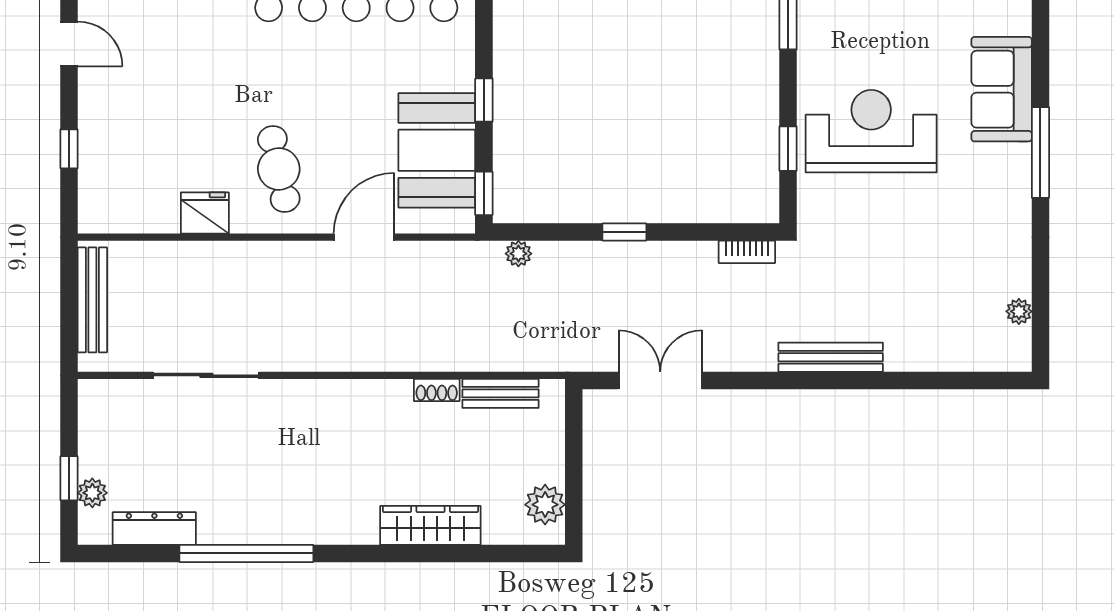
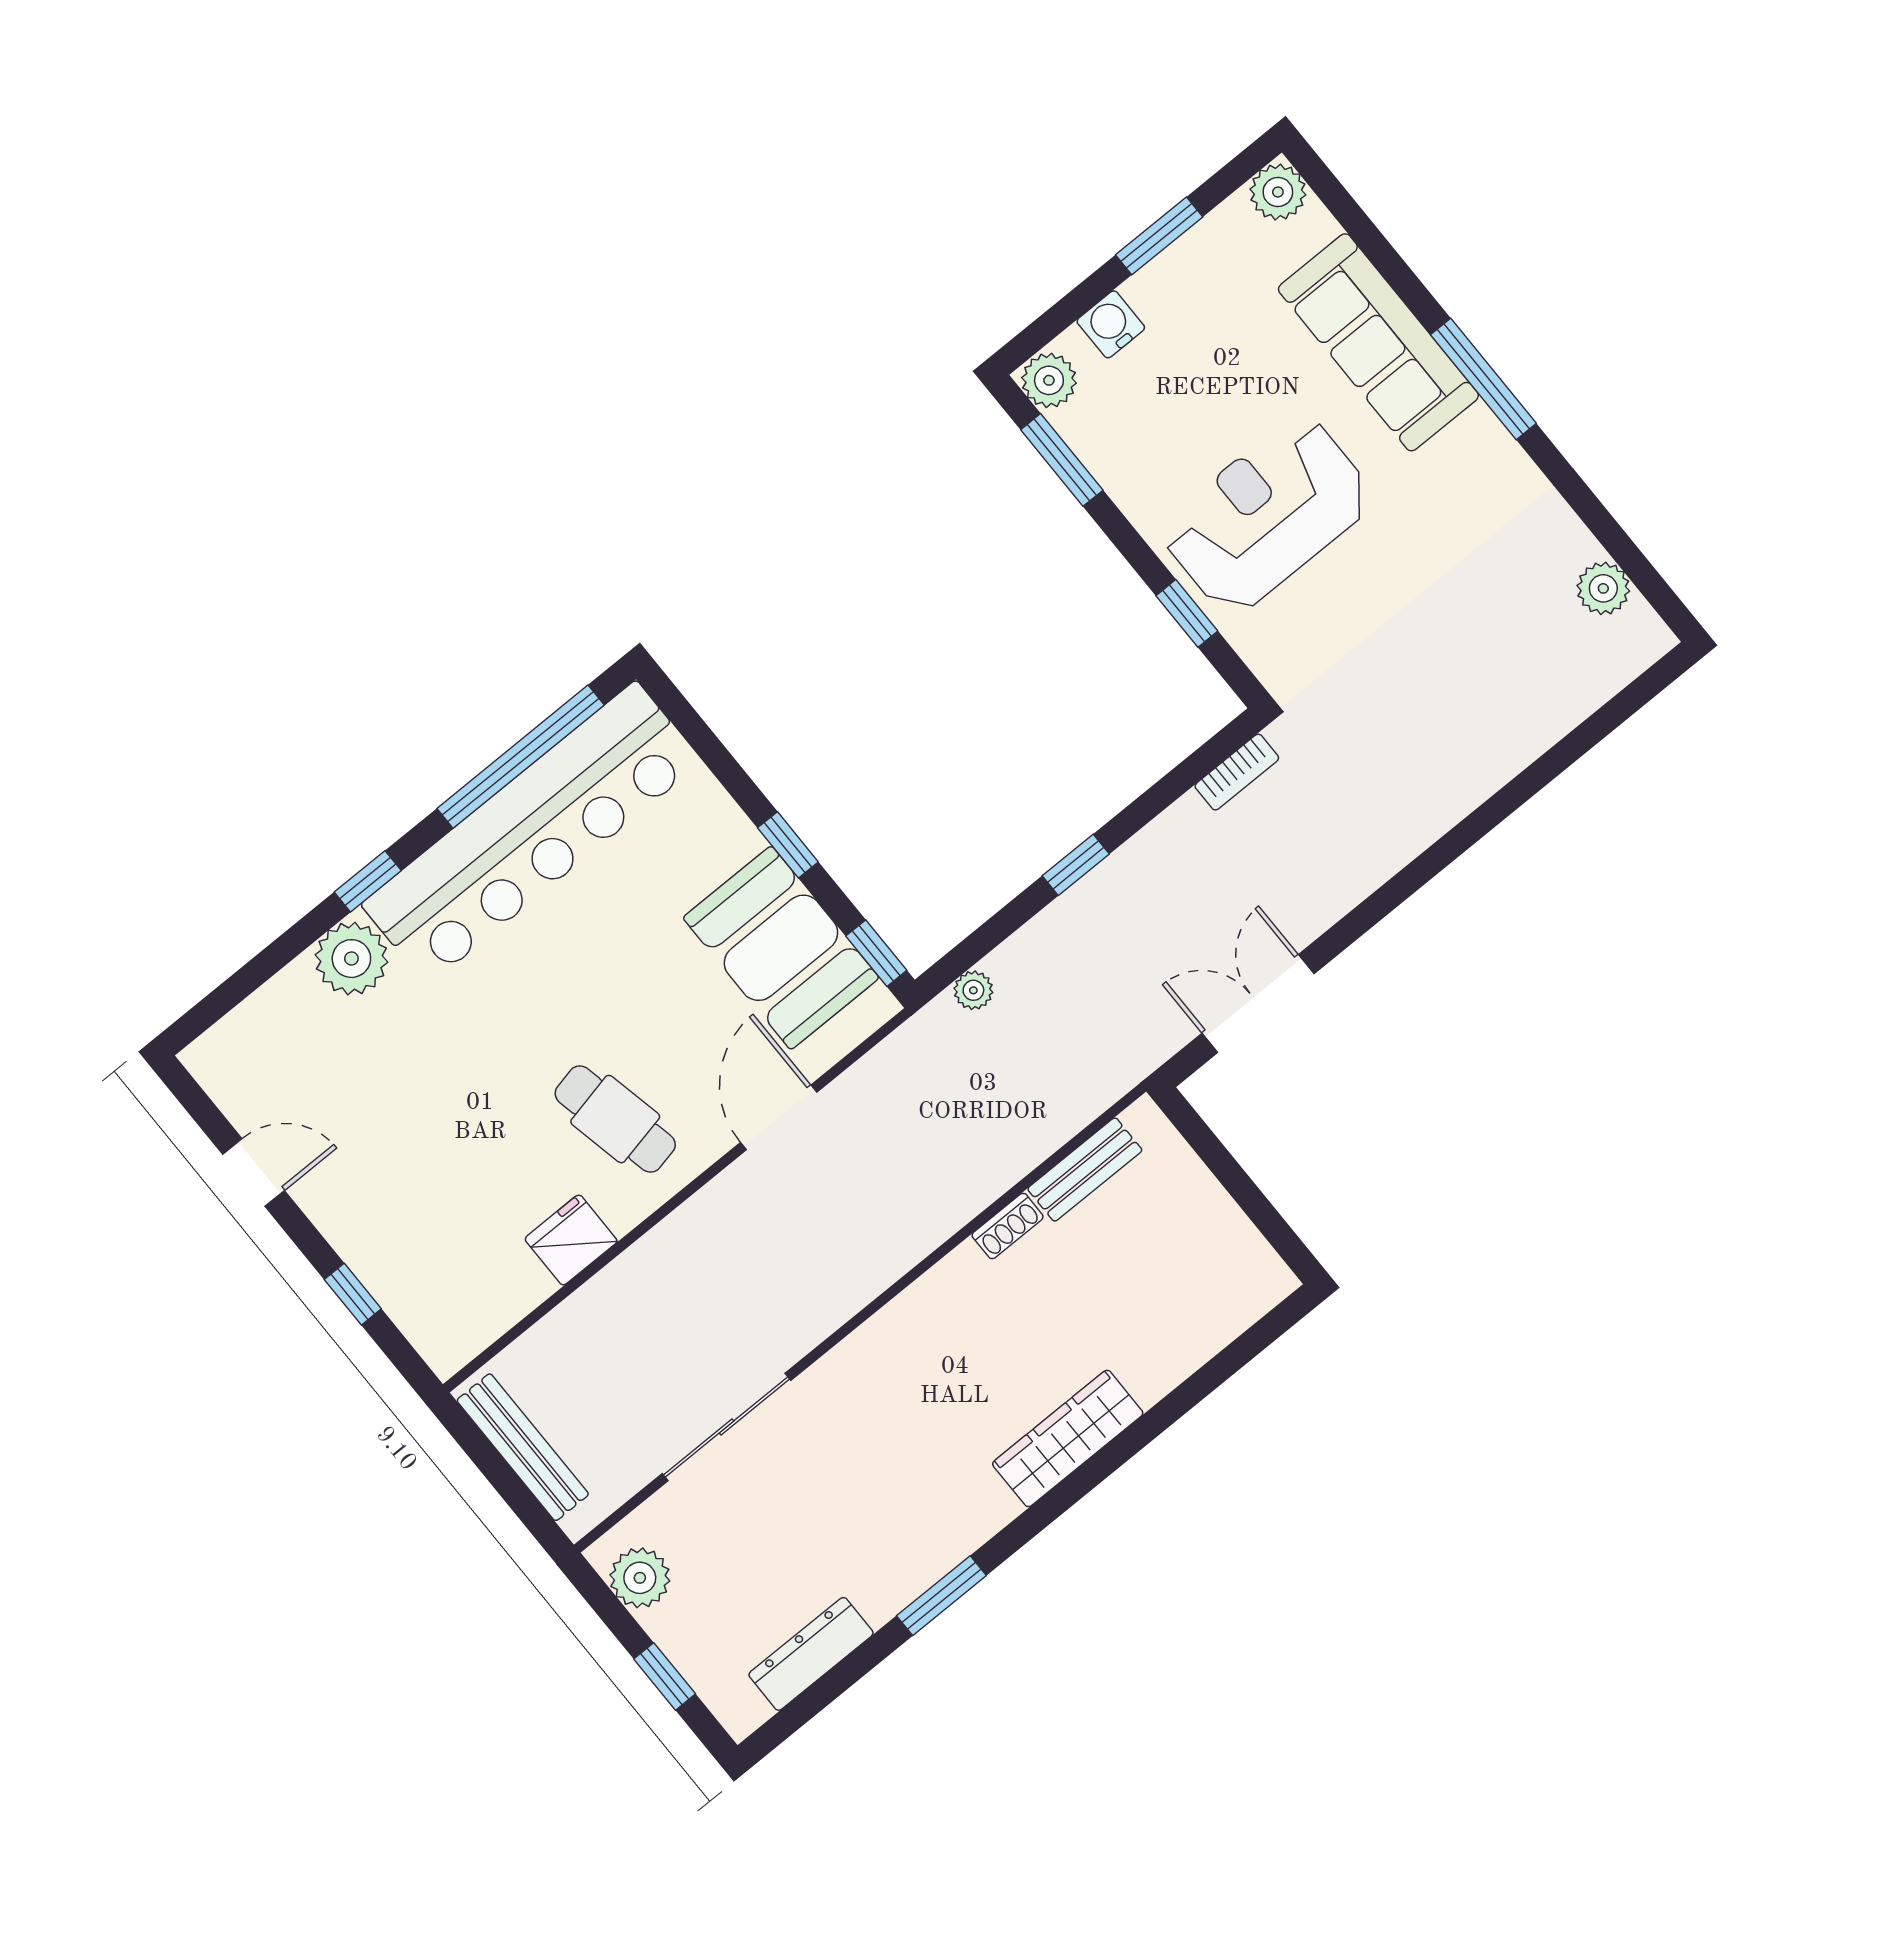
sofa: (1002, 89) -> (1378, 342), width x1.36
plant: (1019, 311) -> (1603, 588), width x1.38, depth x1.38
bench: (831, 357) -> (1434, 815), removed
plant: (92, 493) -> (640, 1578), moved, width x1.38, depth x1.38
plant: (545, 505) -> (1242, 1256), removed
wardrobe: (430, 525) -> (1068, 1438), moved
window: (246, 553) -> (941, 1596), width x0.47

